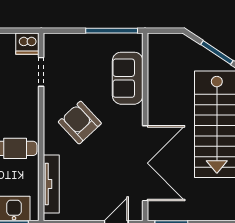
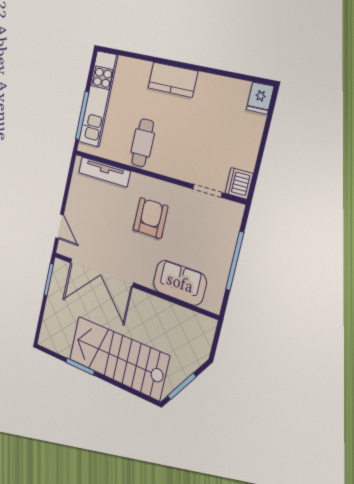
window: (112, 31) -> (235, 261), moved
armchair: (80, 123) -> (151, 218), turned -47

